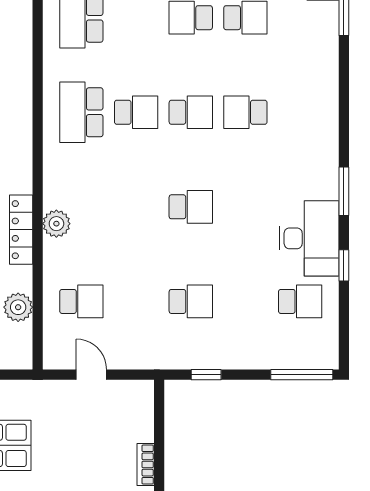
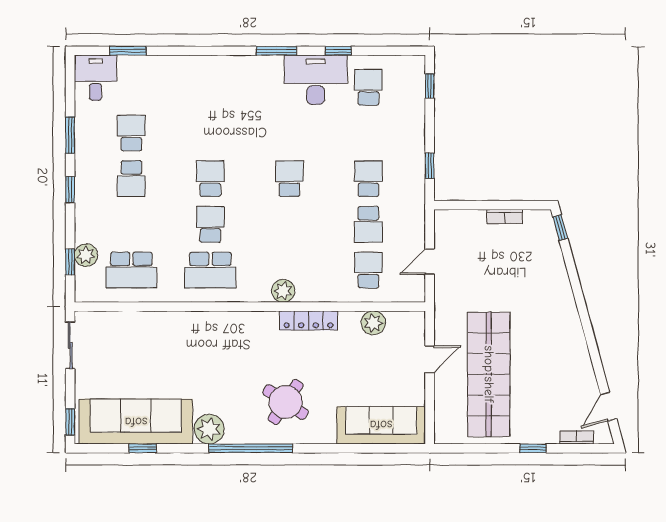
school desk: (245, 112) -> (368, 224), moved
plant: (56, 224) -> (283, 291), moved
window: (302, 375) -> (430, 86), width x0.46

